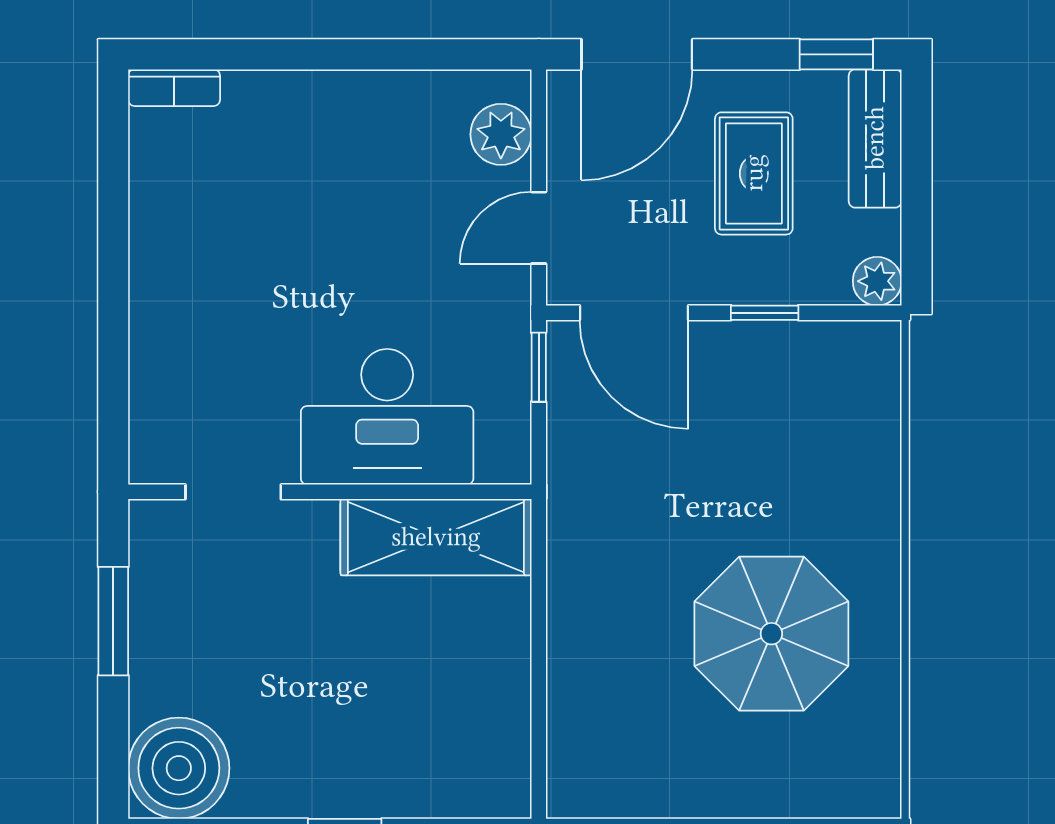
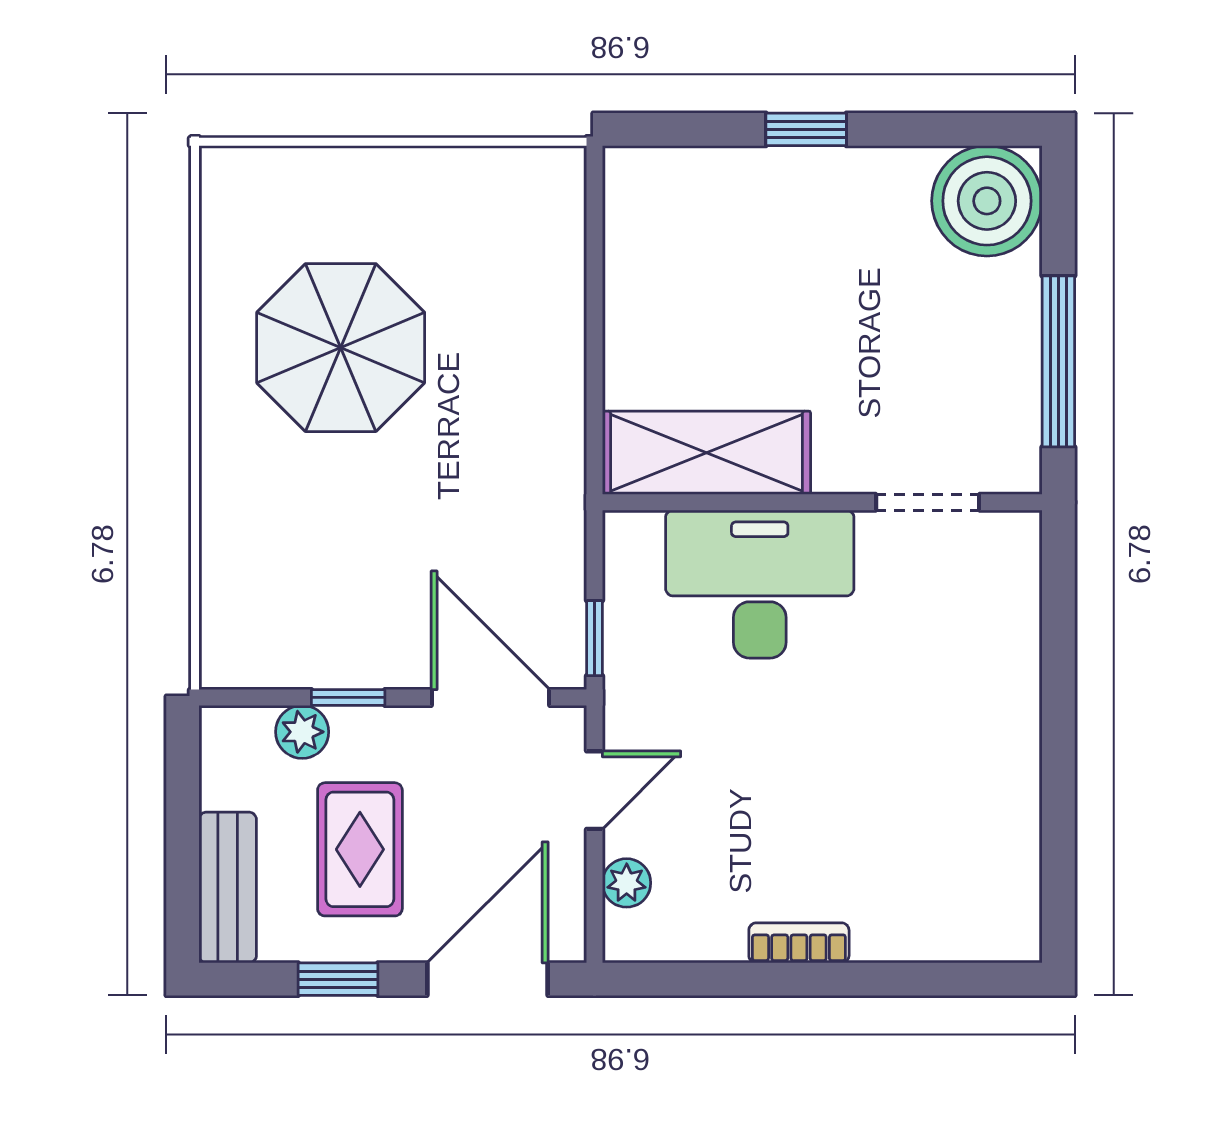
window: (836, 54) -> (338, 979), moved
bookcase: (174, 88) -> (799, 943), moved
plant: (501, 134) -> (627, 883), width x0.73, depth x0.73
plant: (877, 281) -> (302, 732), moved
window: (113, 621) -> (1058, 361), width x1.44

